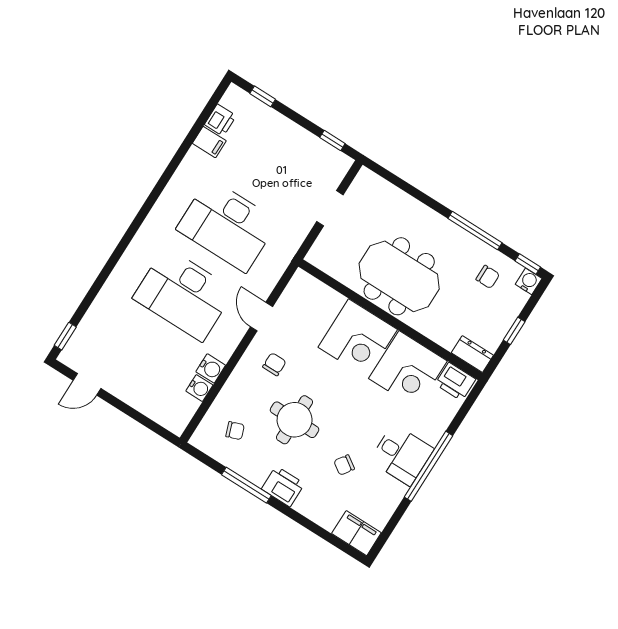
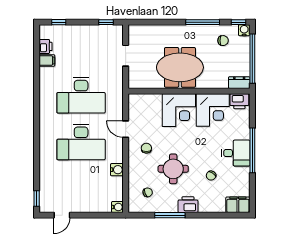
window: (514, 331) -> (252, 59), width x3.17
water cooler: (199, 388) -> (117, 207), moved

